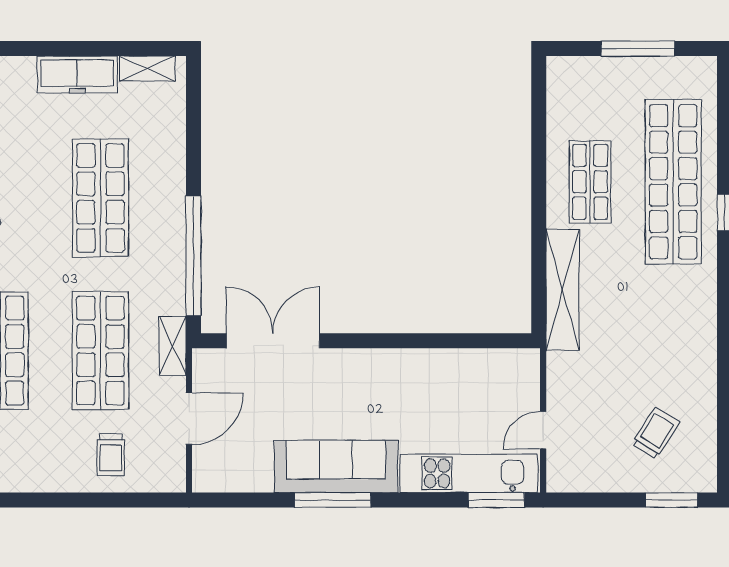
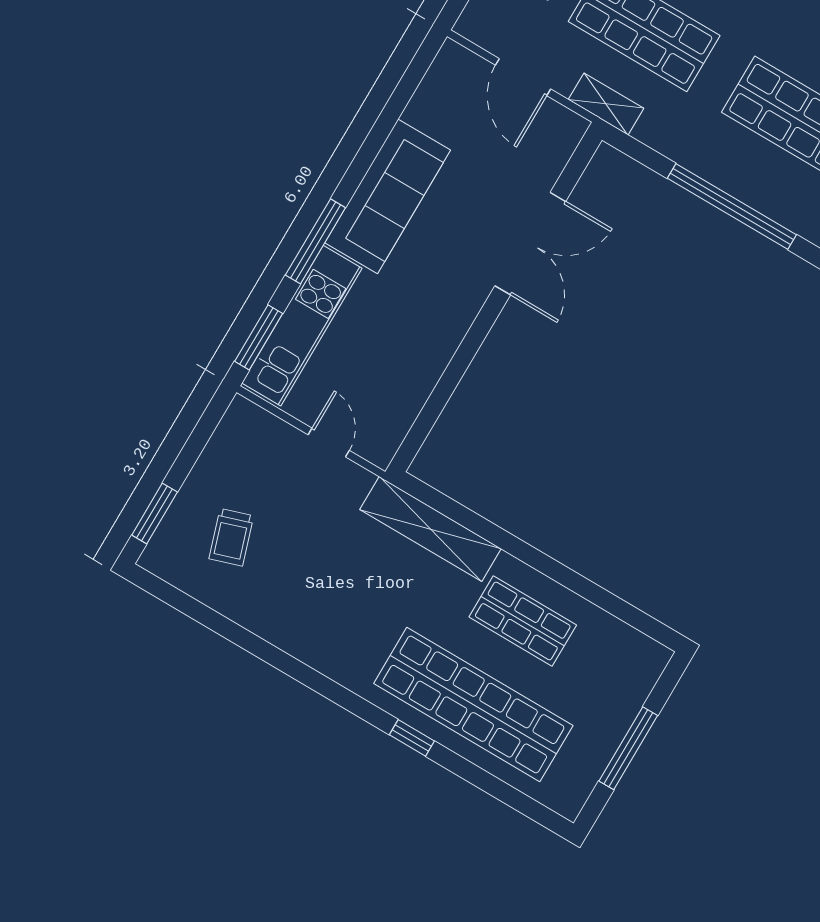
window: (193, 256) -> (732, 207), moved
double door: (273, 341) -> (530, 244), moved
door: (543, 430) -> (329, 443), moved
trolley: (655, 433) -> (231, 537), turned 40
window: (333, 500) -> (315, 241), moved

